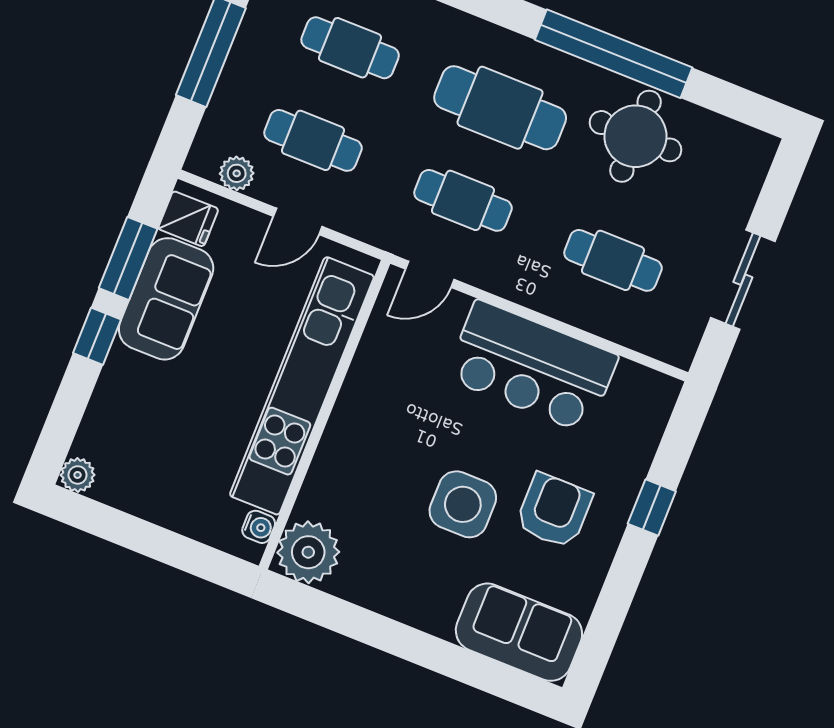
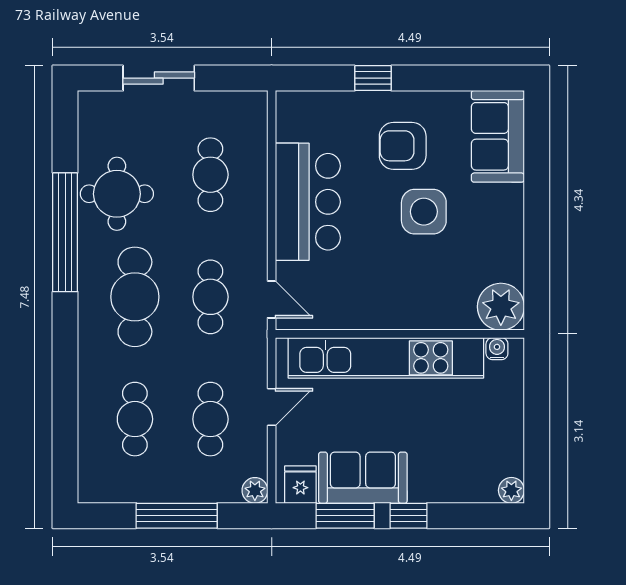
plant: (237, 173) -> (255, 490), moved
door: (298, 221) -> (272, 407), hinge flipped
sliding door: (743, 280) -> (159, 78), moved

